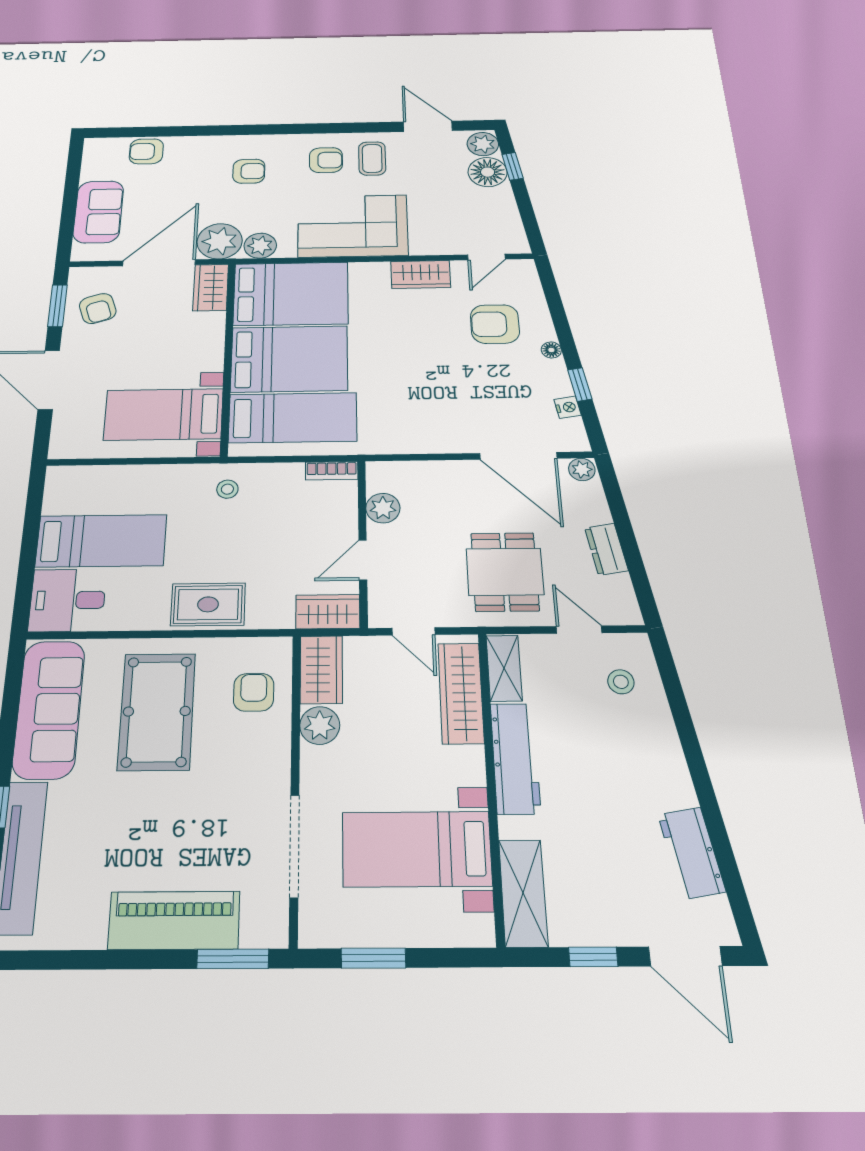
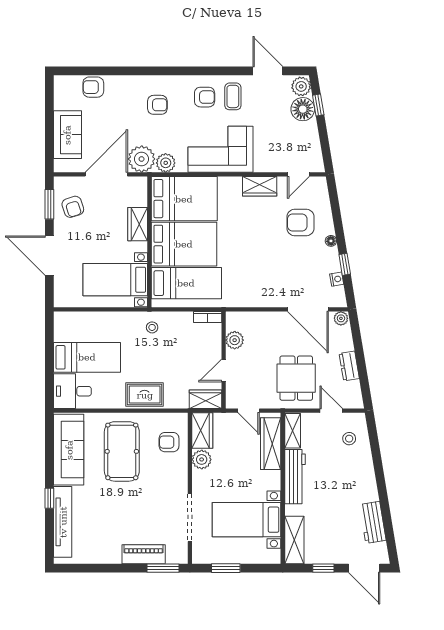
wardrobe: (211, 288) -> (138, 224), moved
armchair: (254, 692) -> (169, 442), turned -90
piano: (174, 920) -> (144, 554), width x0.73, depth x0.75

